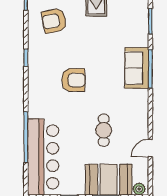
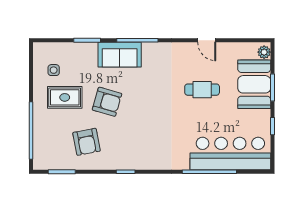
sofa: (137, 68) -> (120, 55), moved
armchair: (73, 80) -> (107, 102), moved, turned 106
door: (150, 148) -> (207, 40), moved

